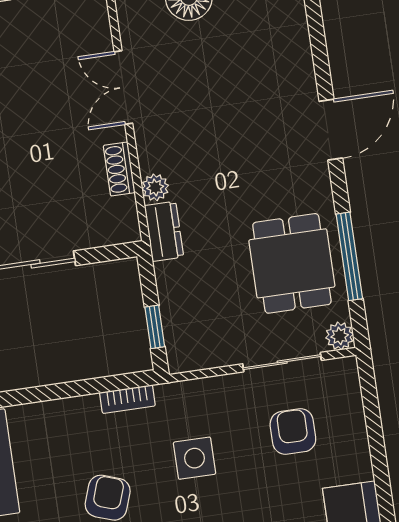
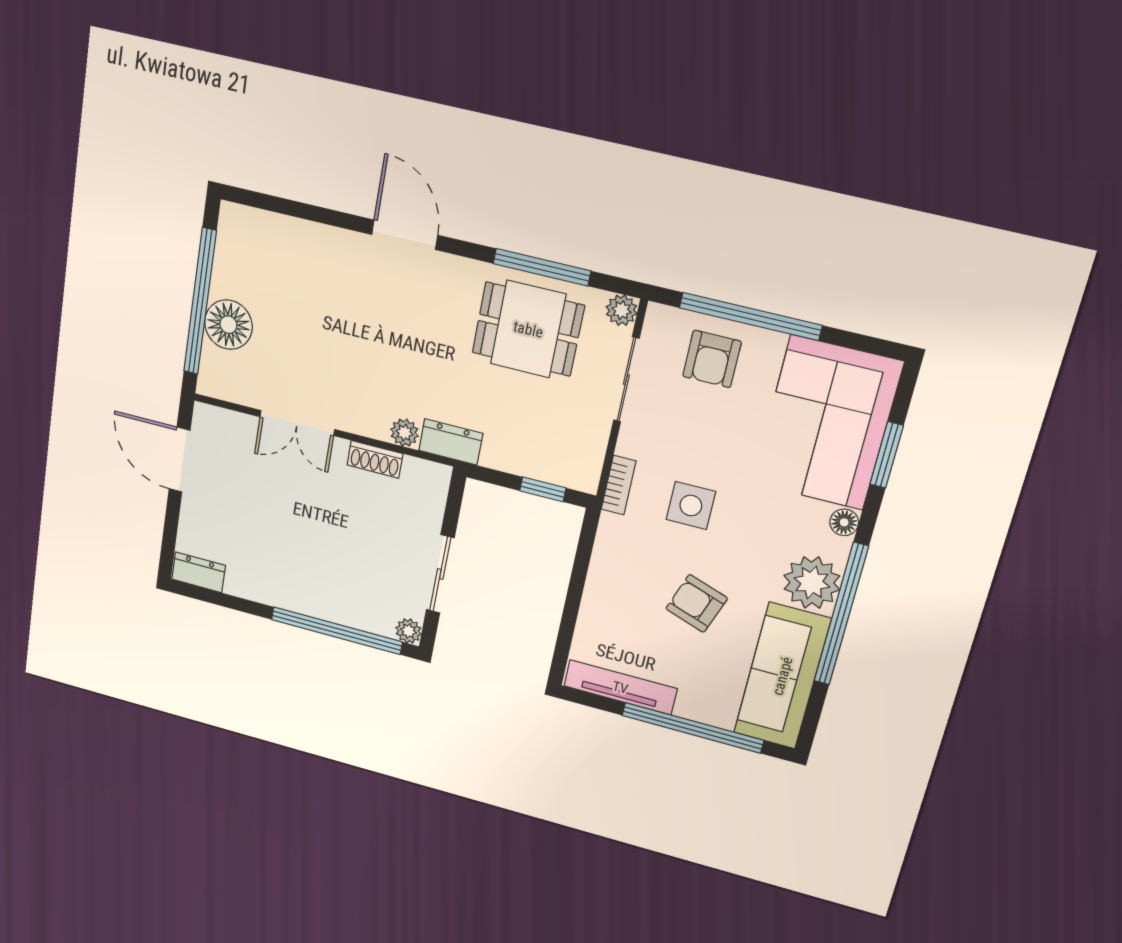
bookcase: (127, 399) -> (619, 485), moved
armchair: (293, 432) -> (712, 359), moved, turned -90
window: (377, 443) -> (751, 316), added

